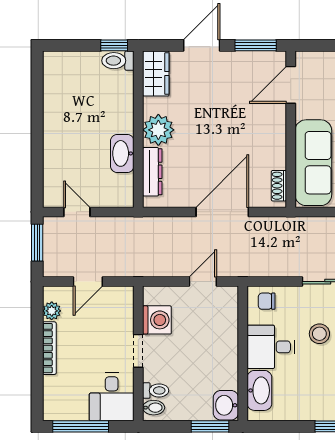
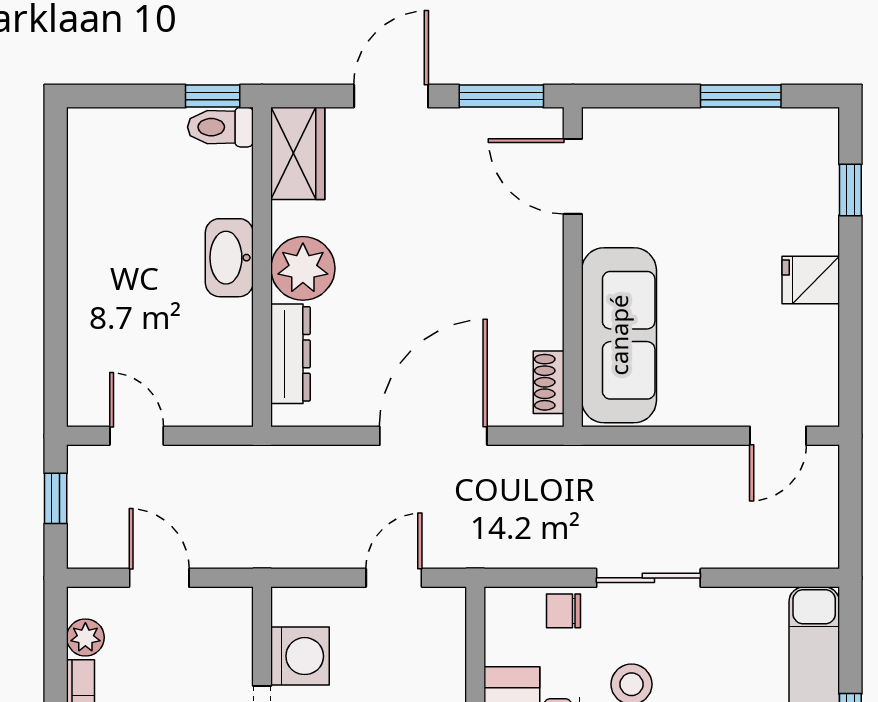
door: (291, 85) -> (573, 176), hinge flipped
washbasin: (122, 153) -> (229, 258), moved
window: (37, 243) -> (56, 498), width x0.67
door: (88, 282) -> (159, 578), swing flipped
chair: (267, 301) -> (564, 611), moved

